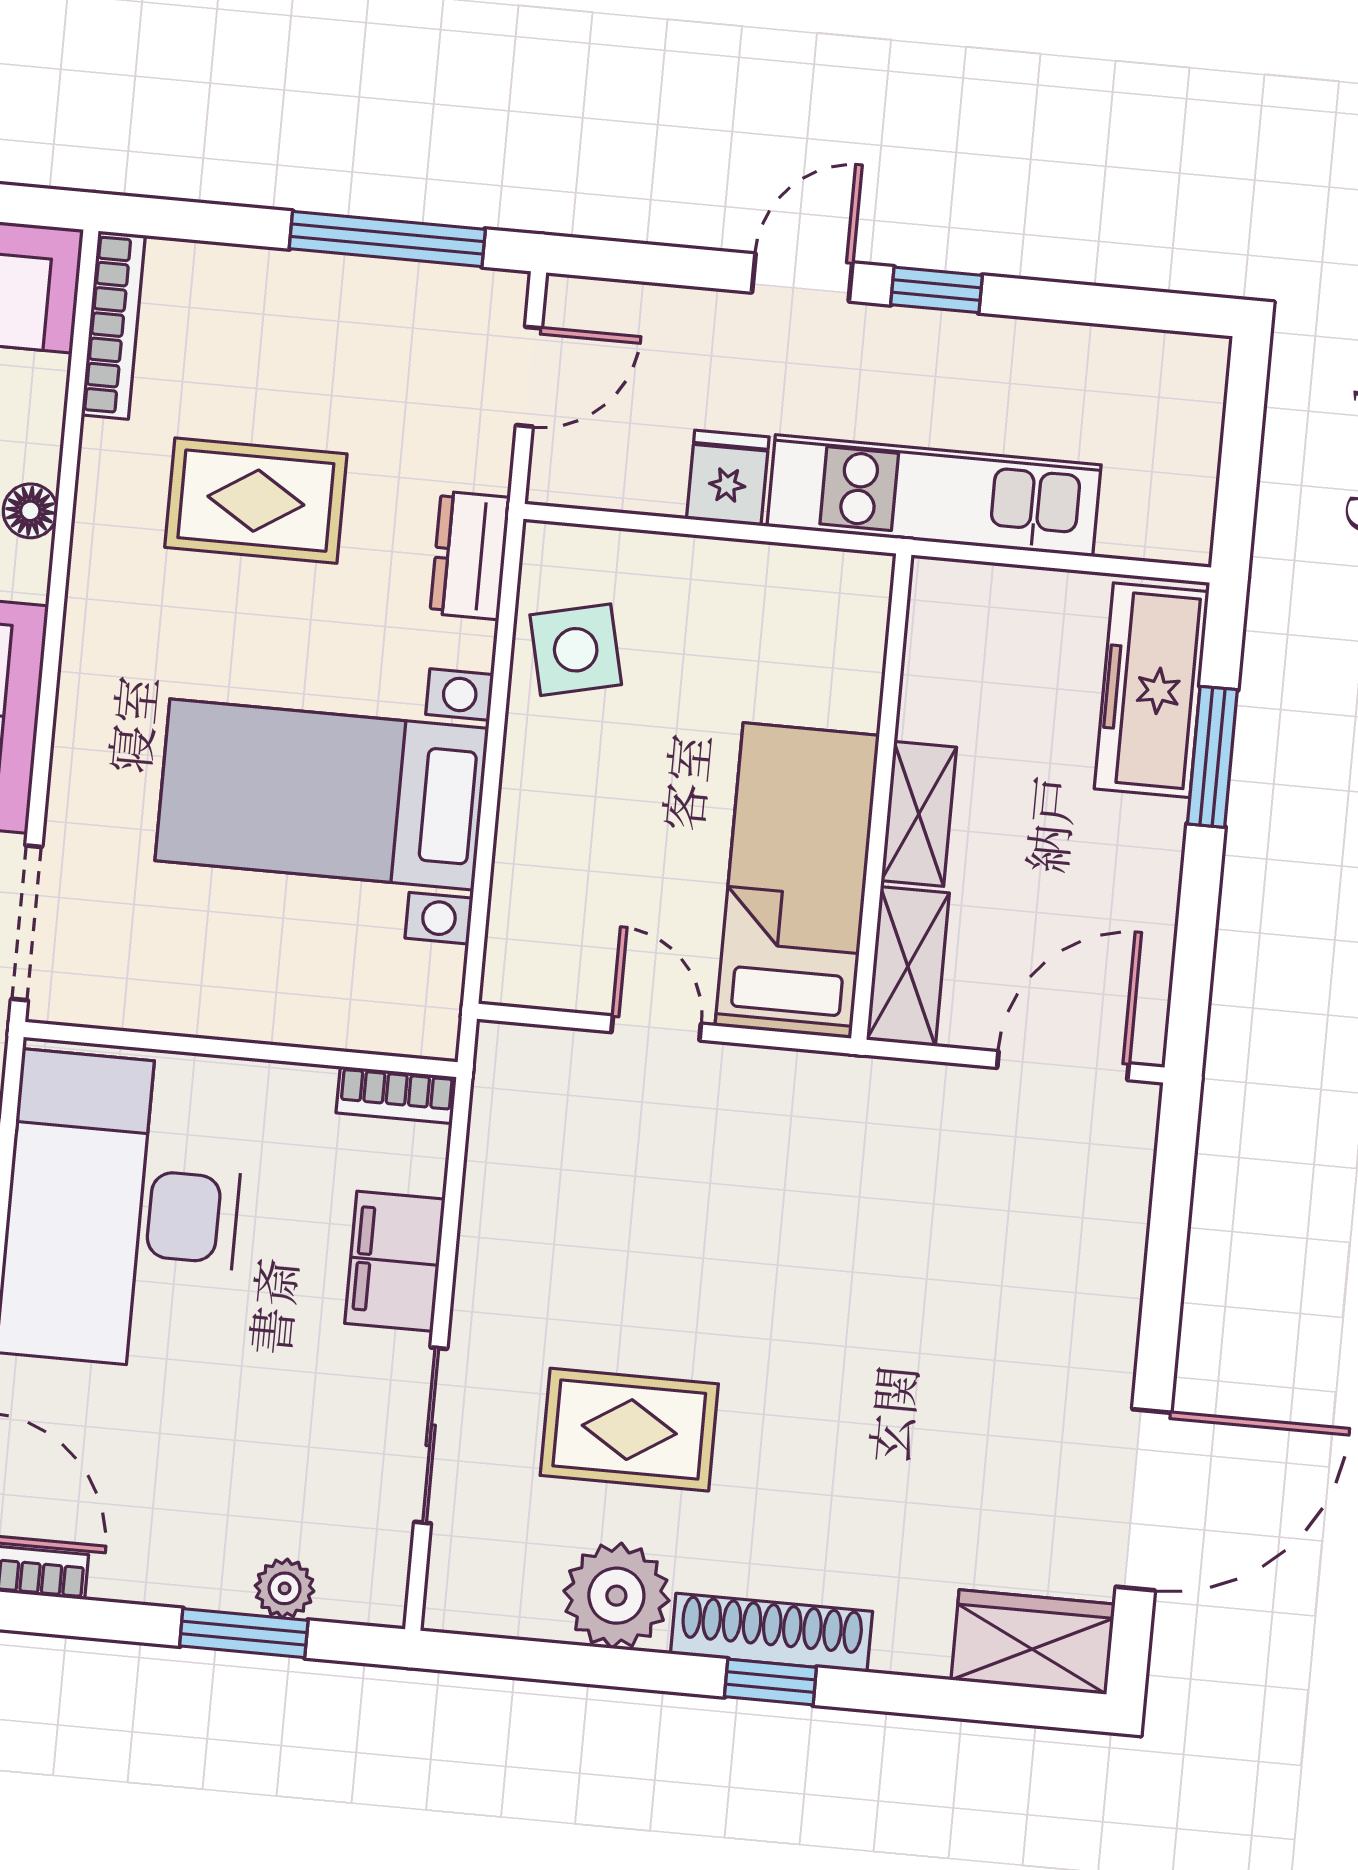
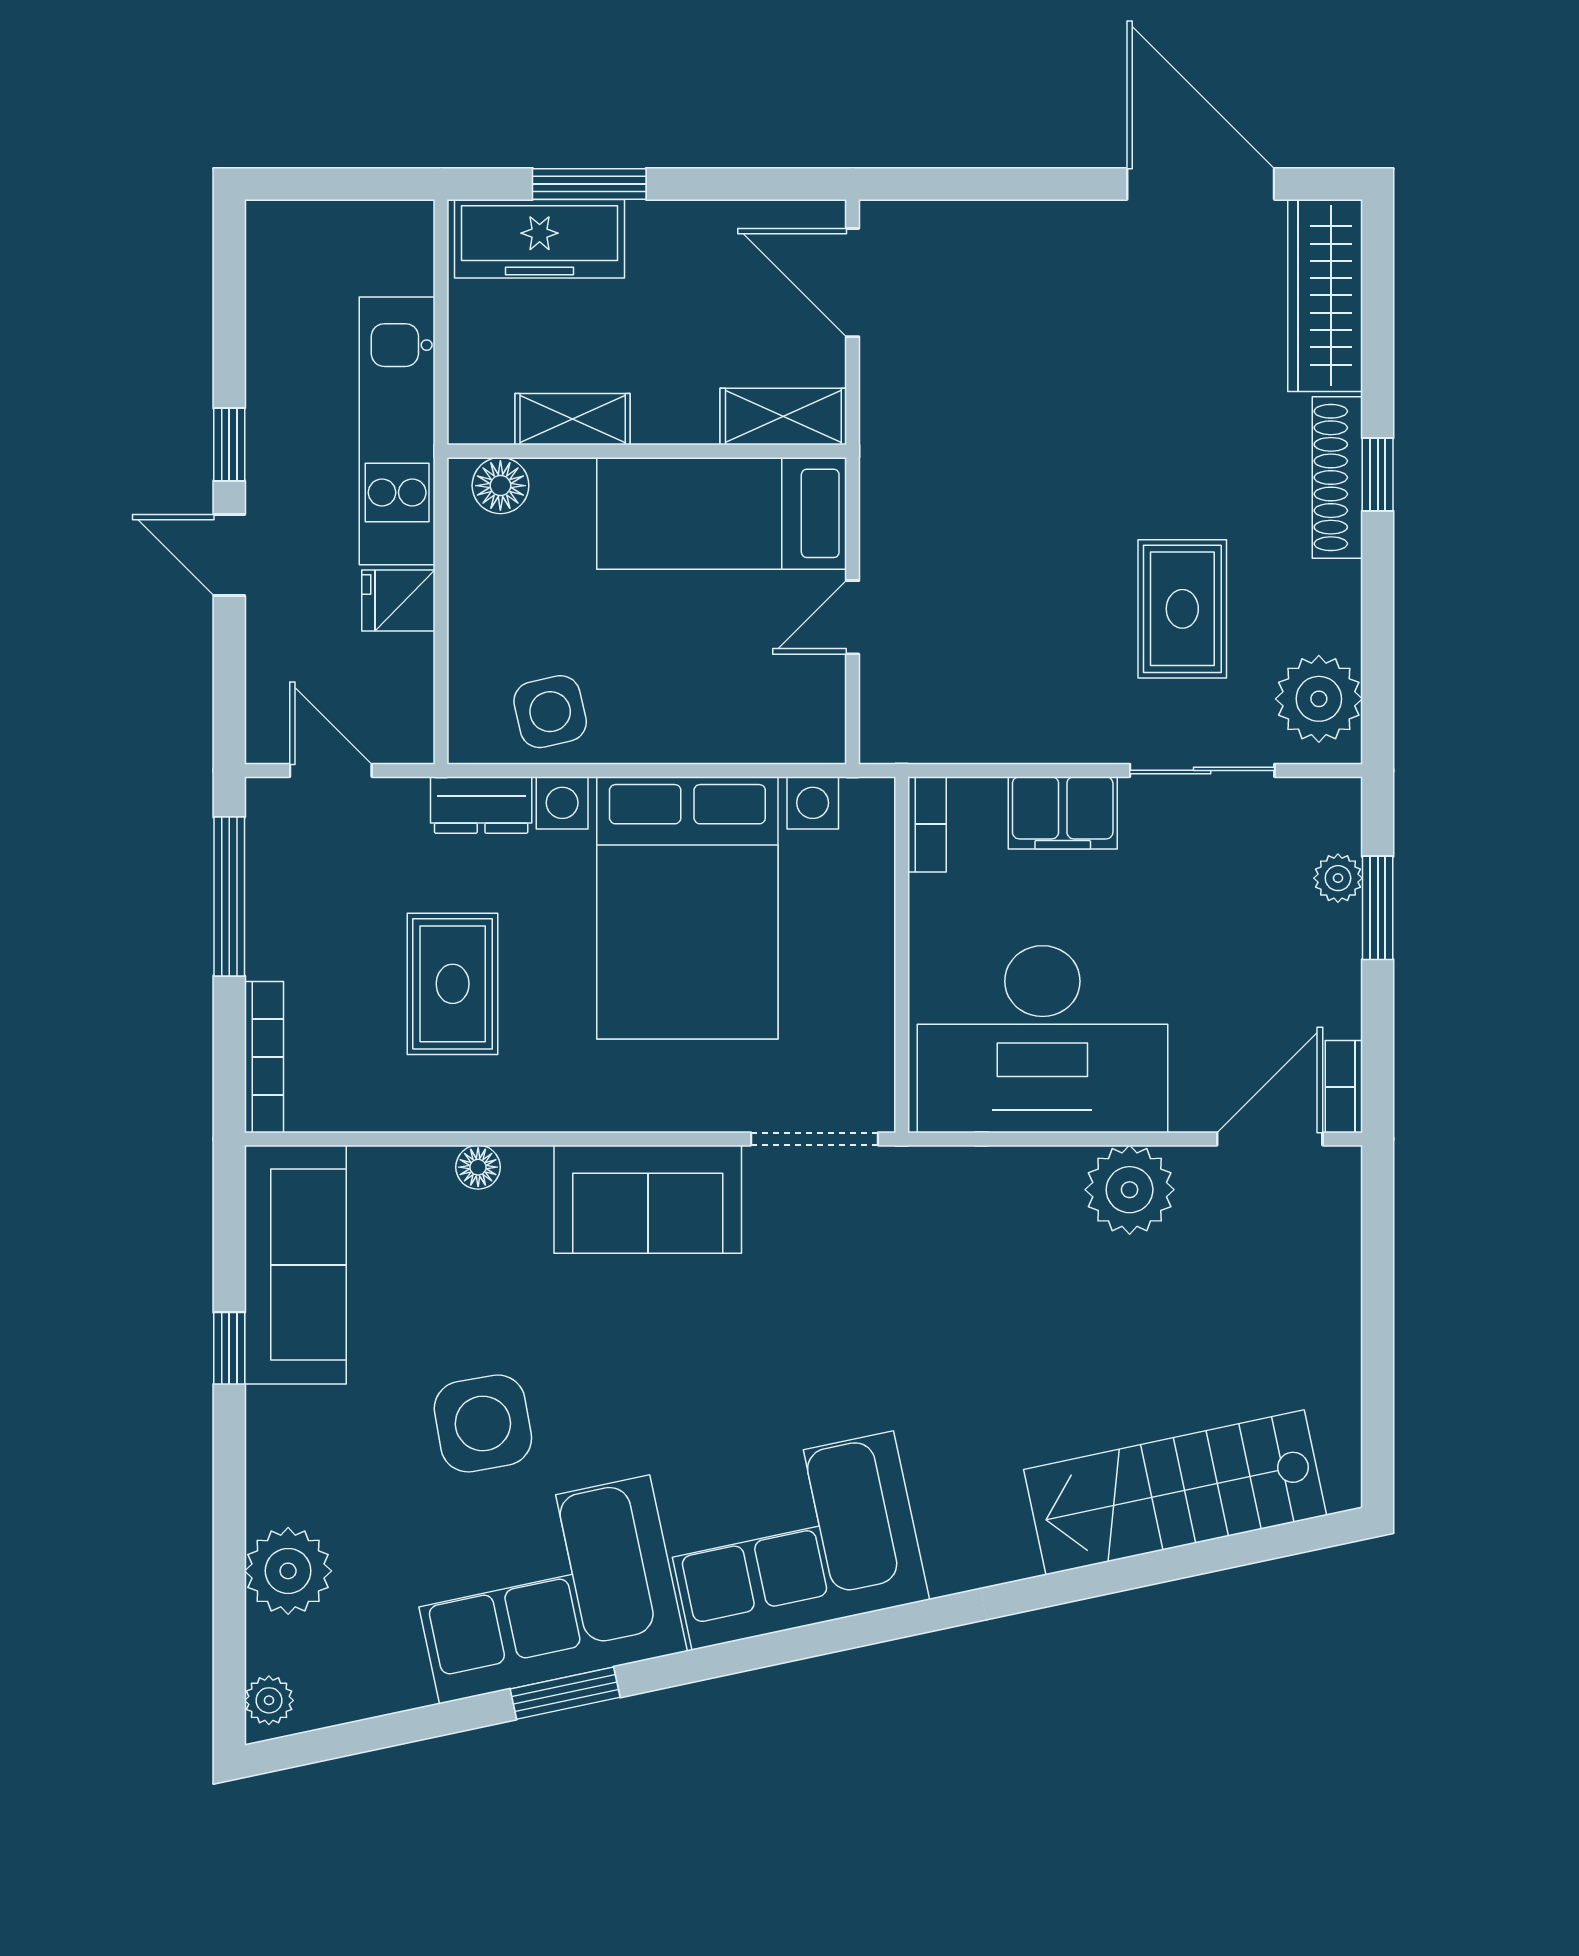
bookcase: (113, 325) -> (264, 1057), moved, turned 90
floor lamp: (856, 615) -> (500, 486), added
bed with nightstands: (322, 794) -> (687, 908), width x1.36
shelving: (919, 814) -> (573, 419), moved
plant: (616, 1596) -> (1319, 699), moved
wardrobe: (1033, 1642) -> (1325, 295), width x1.50

